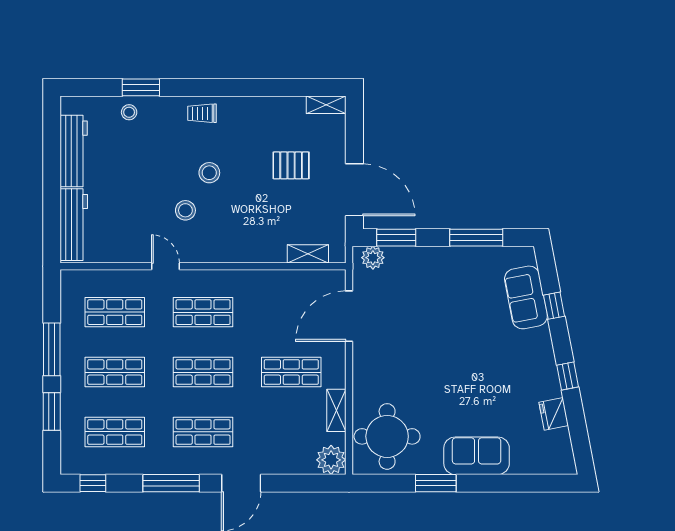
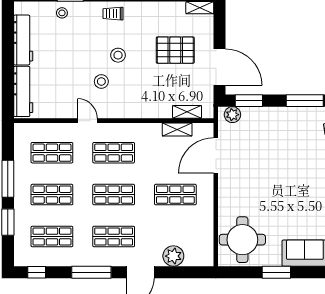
pallet: (291, 165) -> (175, 50), width x1.50, depth x1.42
shelving: (336, 410) -> (177, 129), moved, turned 90
plant: (331, 460) -> (173, 256), moved

